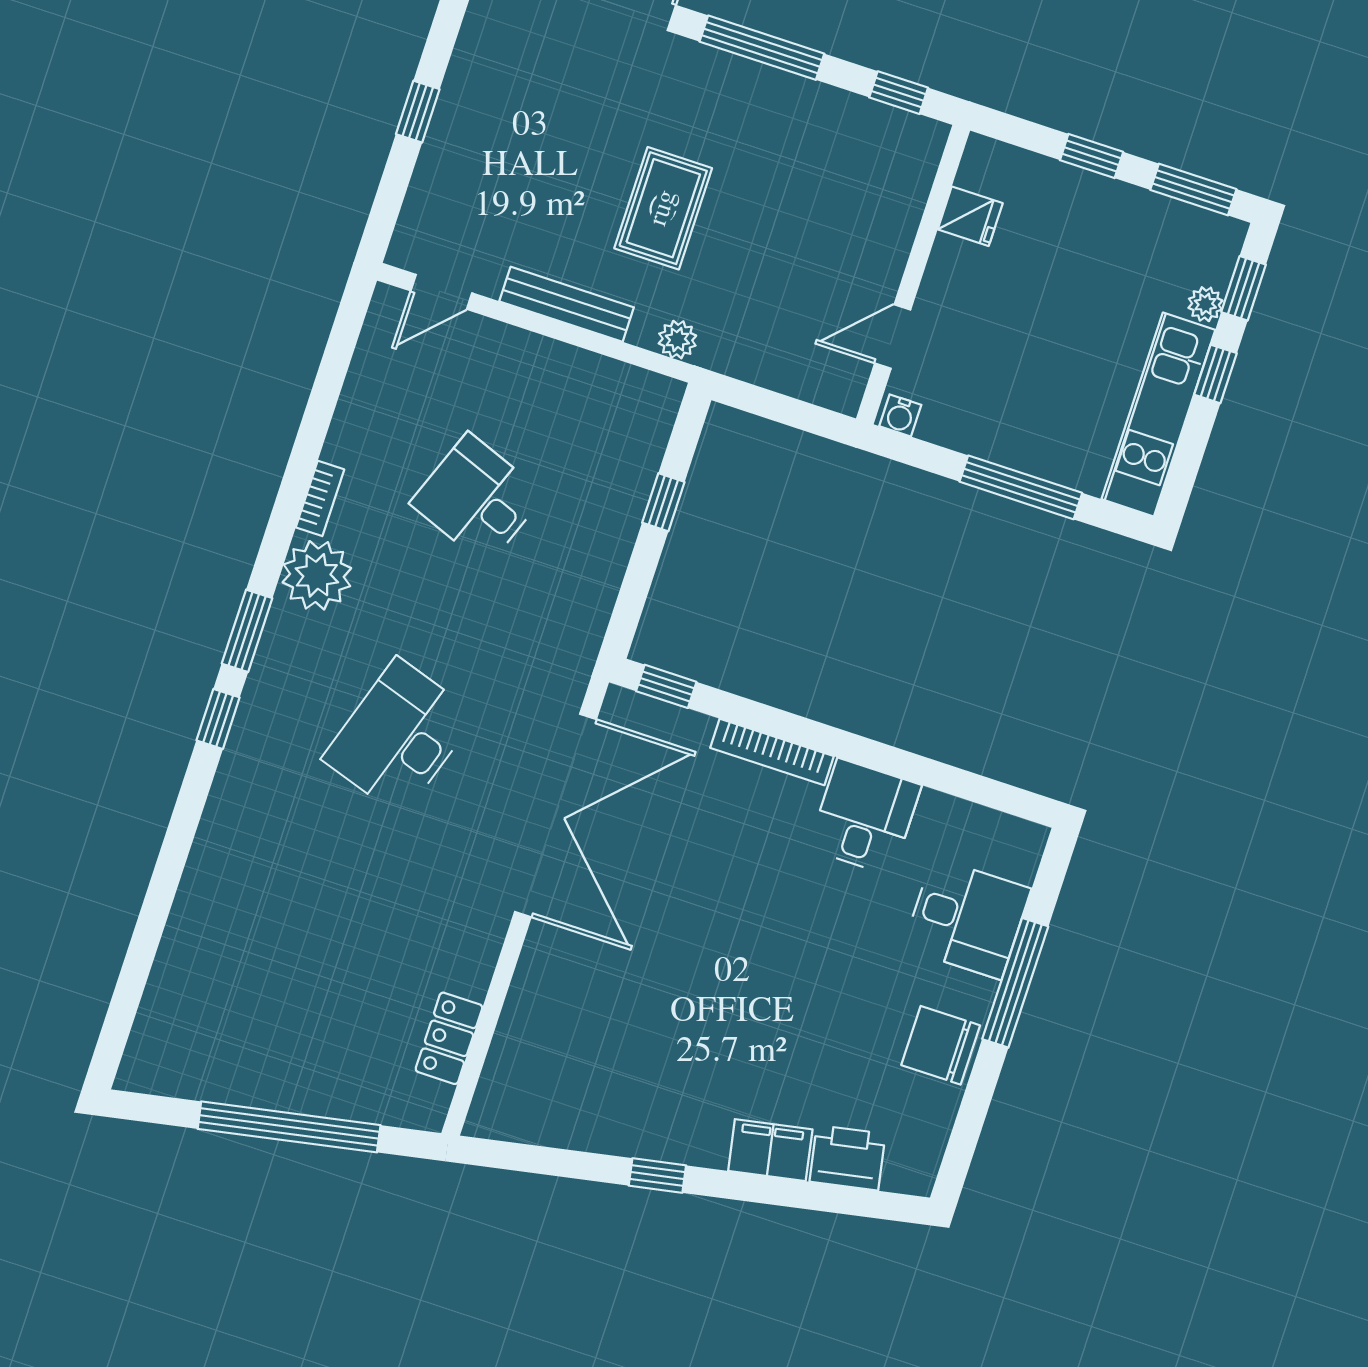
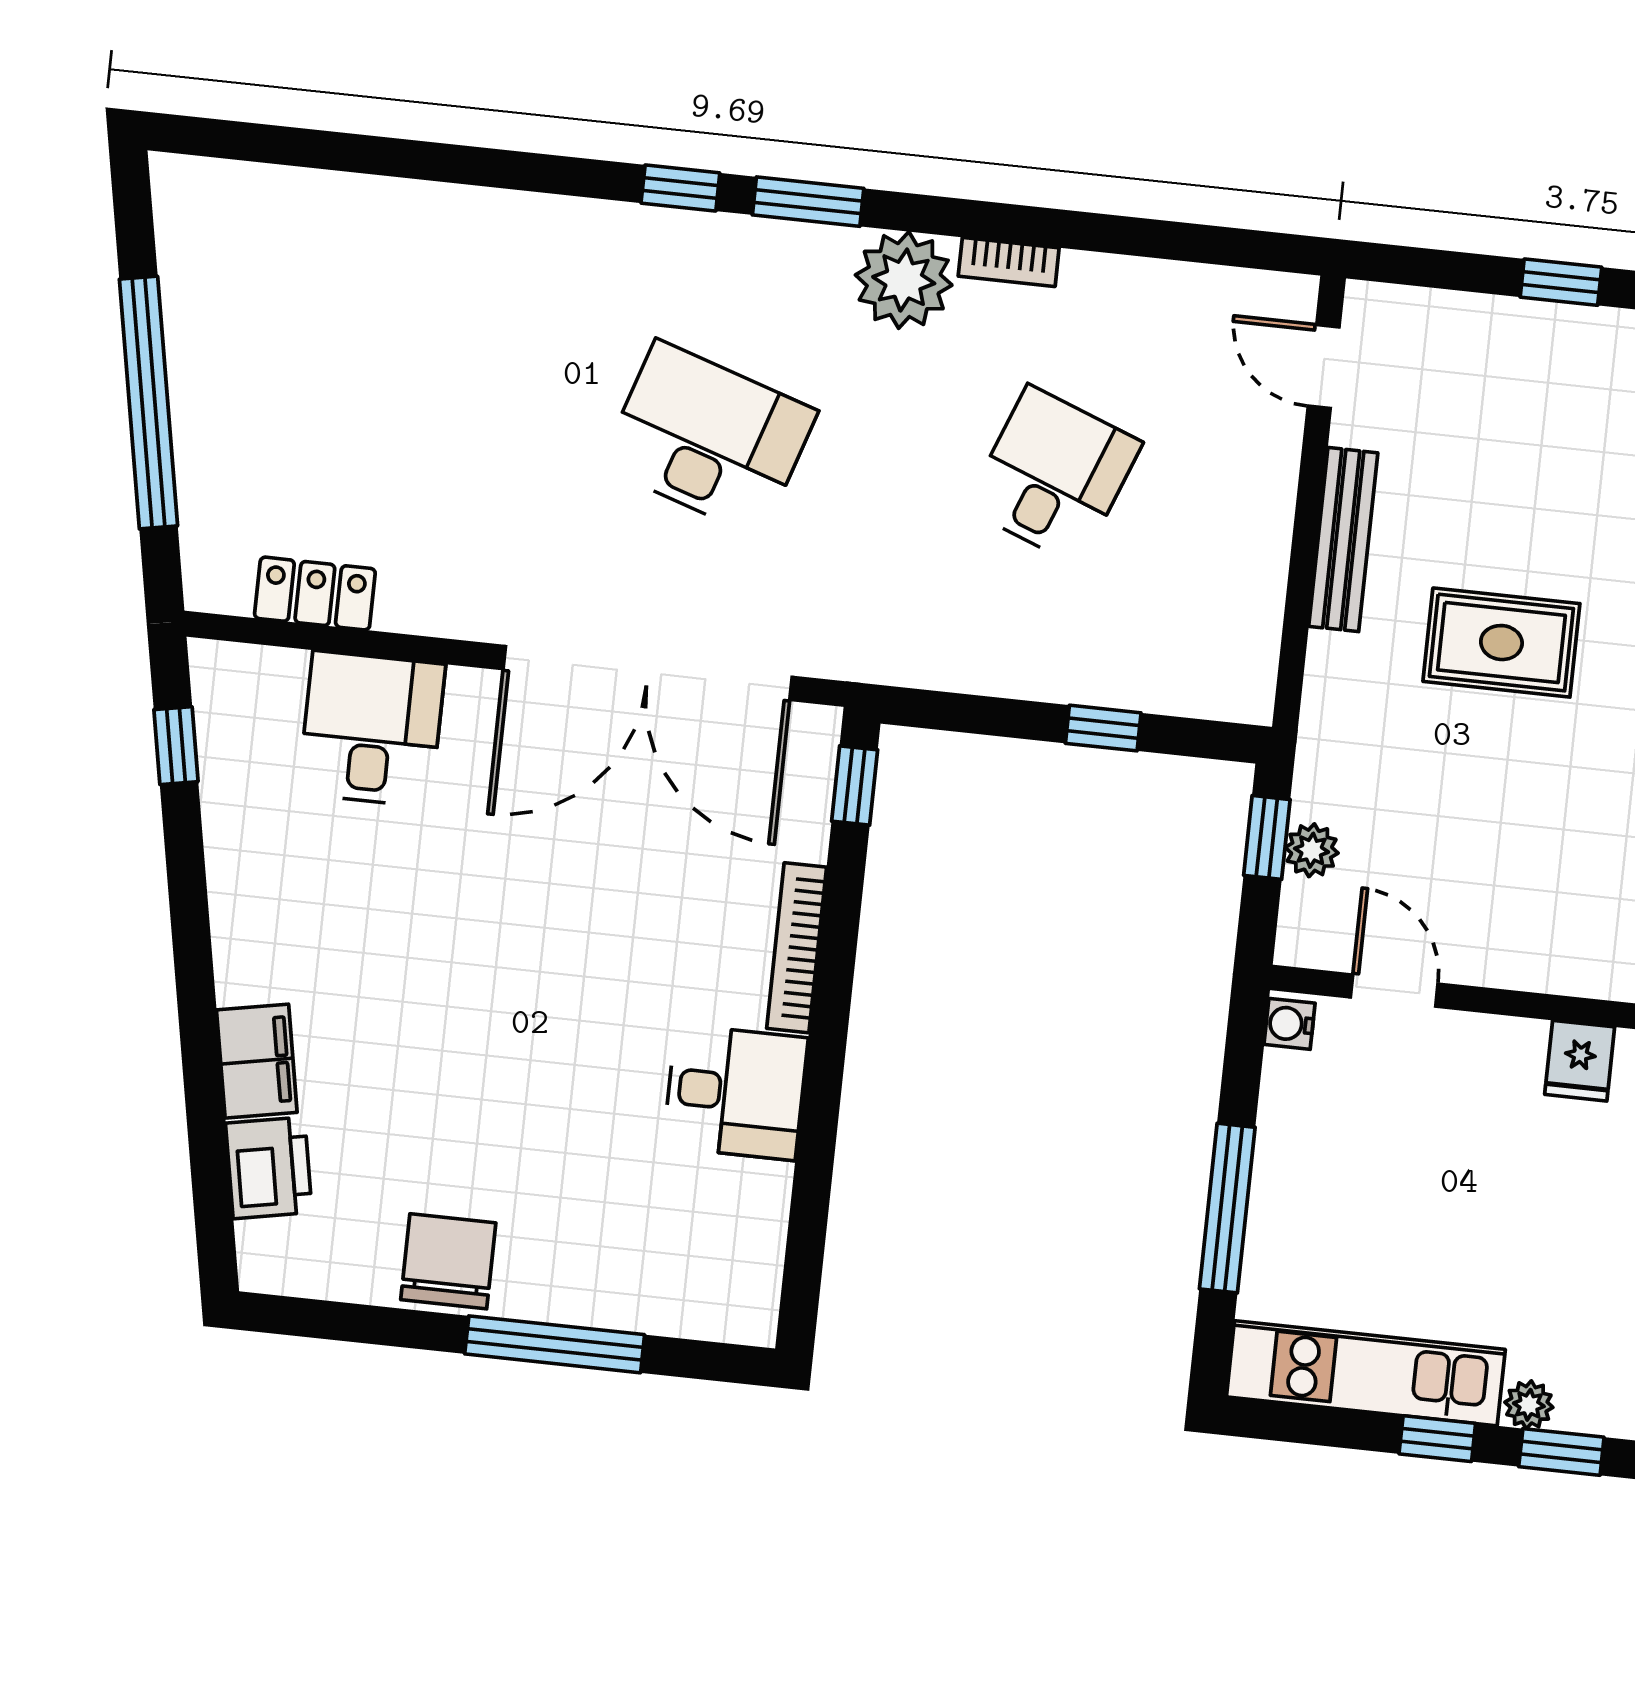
plant: (677, 340) -> (1312, 850), moved
window: (765, 403) -> (1267, 837), added
desk: (967, 918) -> (372, 729), moved, turned 180
window: (657, 1175) -> (176, 746), moved

